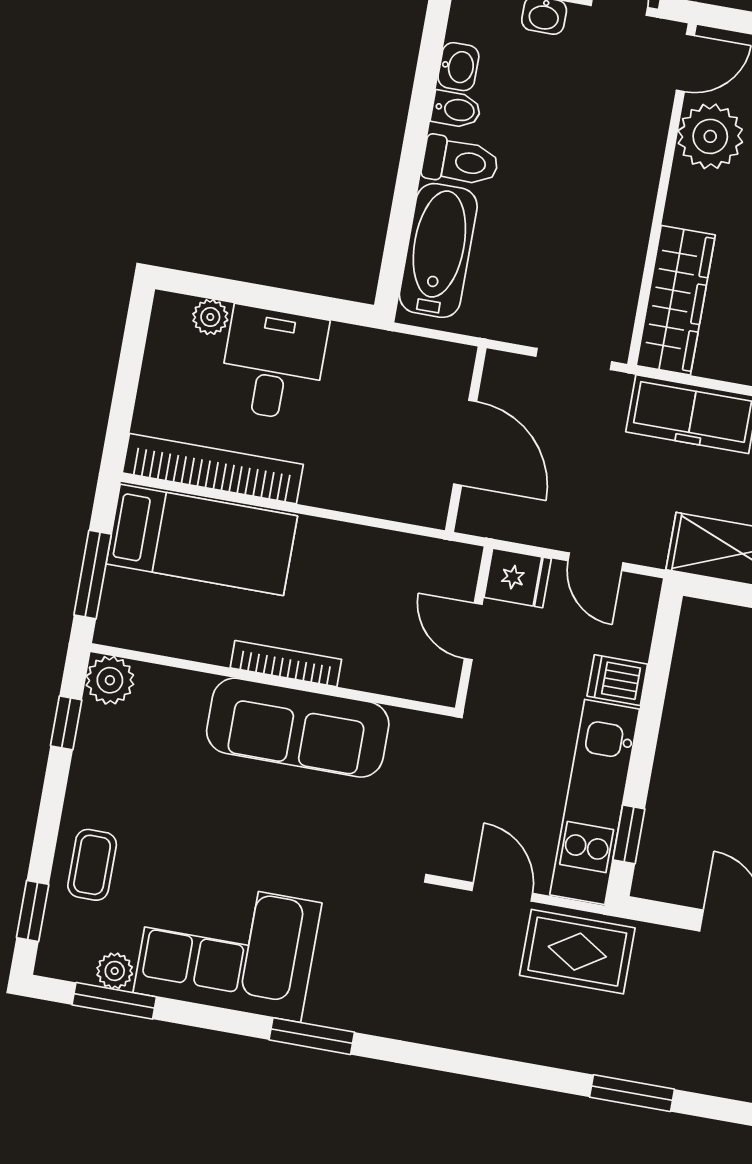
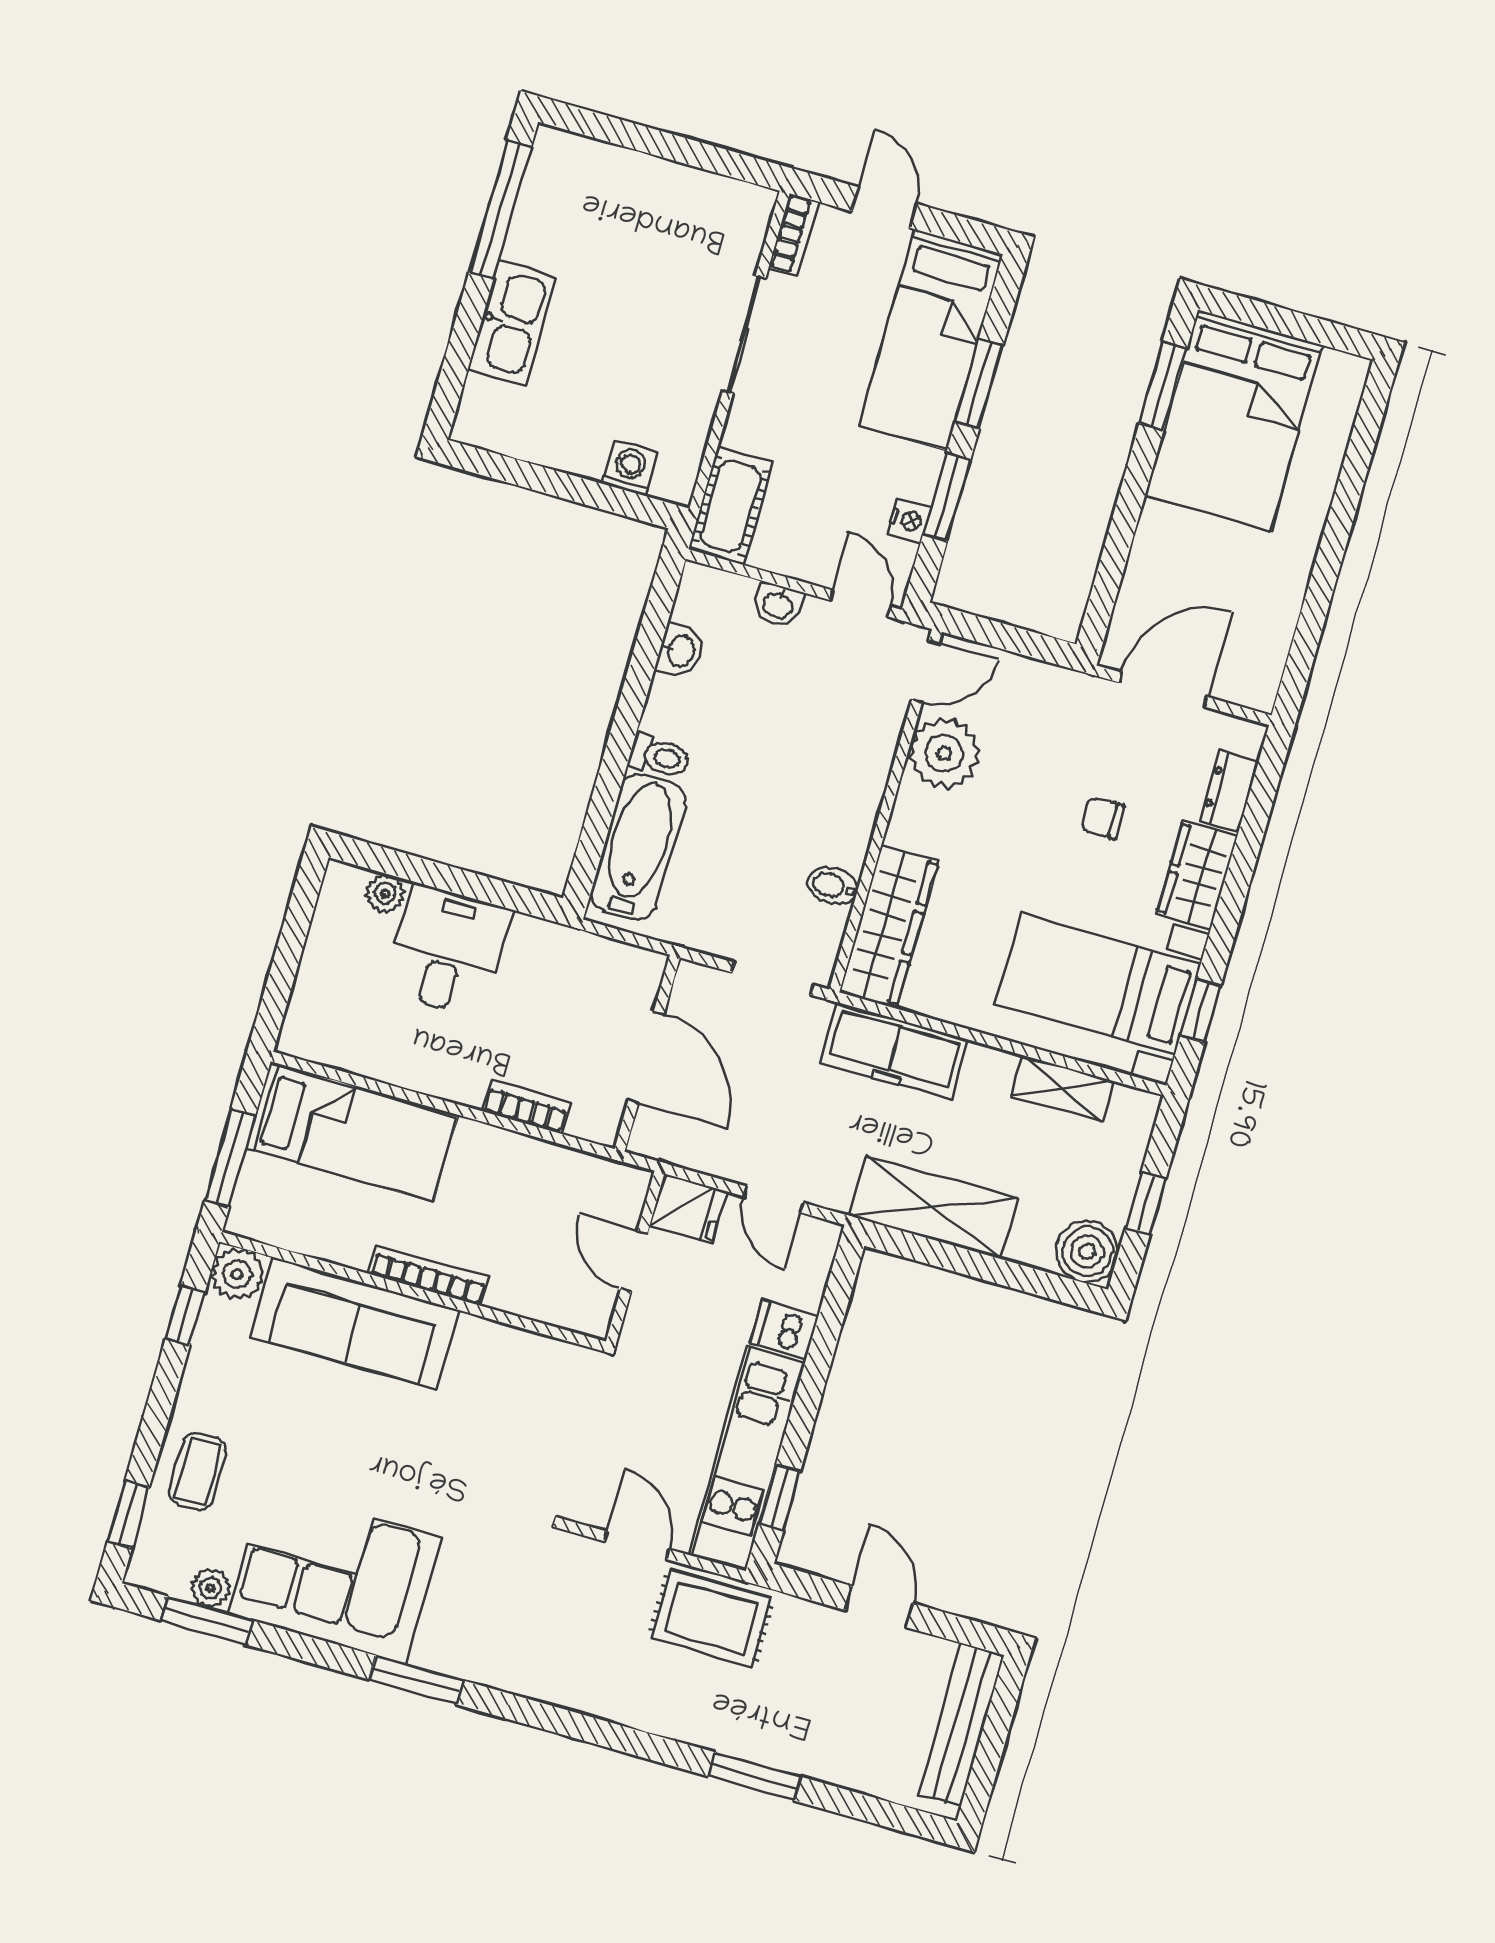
bidet: (456, 109) -> (832, 886), moved, turned 180
toilet: (460, 161) -> (659, 756), width x0.73, depth x0.72
bookcase: (213, 469) -> (526, 1107), moved, width x0.43, depth x0.76
sofa: (298, 728) -> (355, 1323), moved

